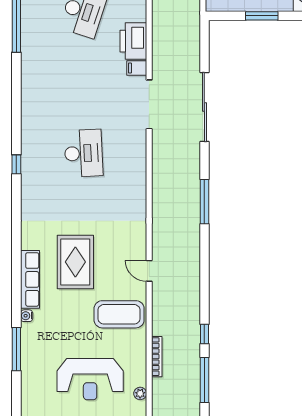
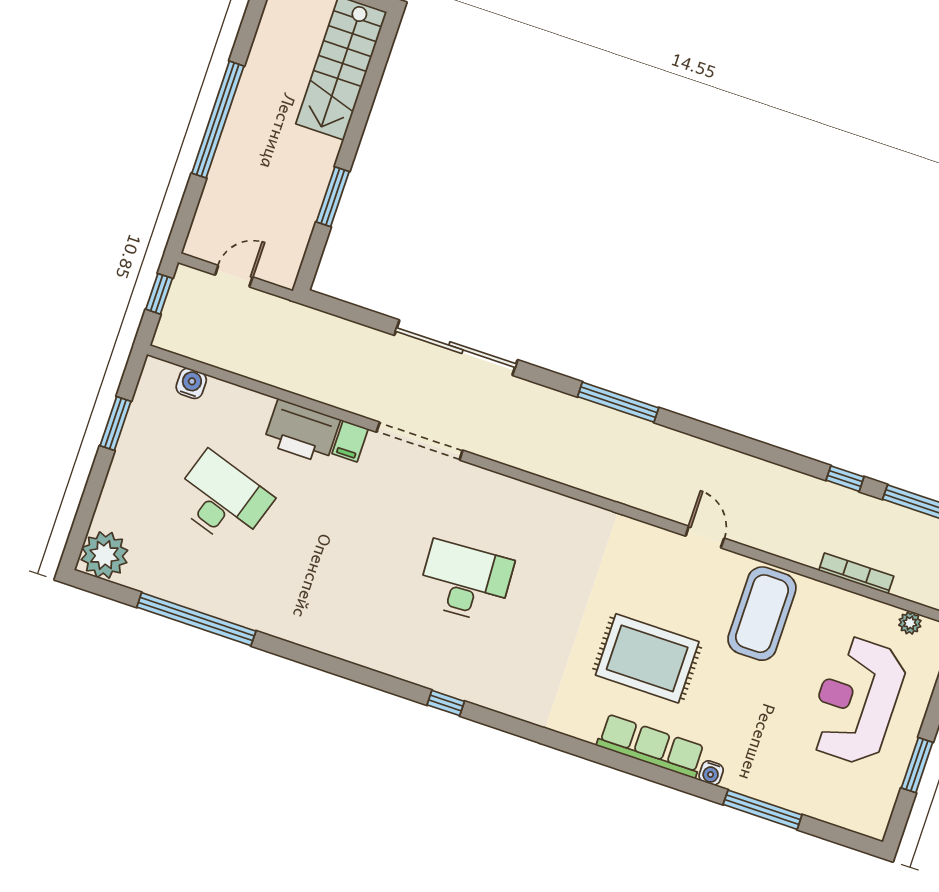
door: (149, 271) -> (705, 537), swing flipped
reception desk: (90, 379) -> (857, 701), turned 180

